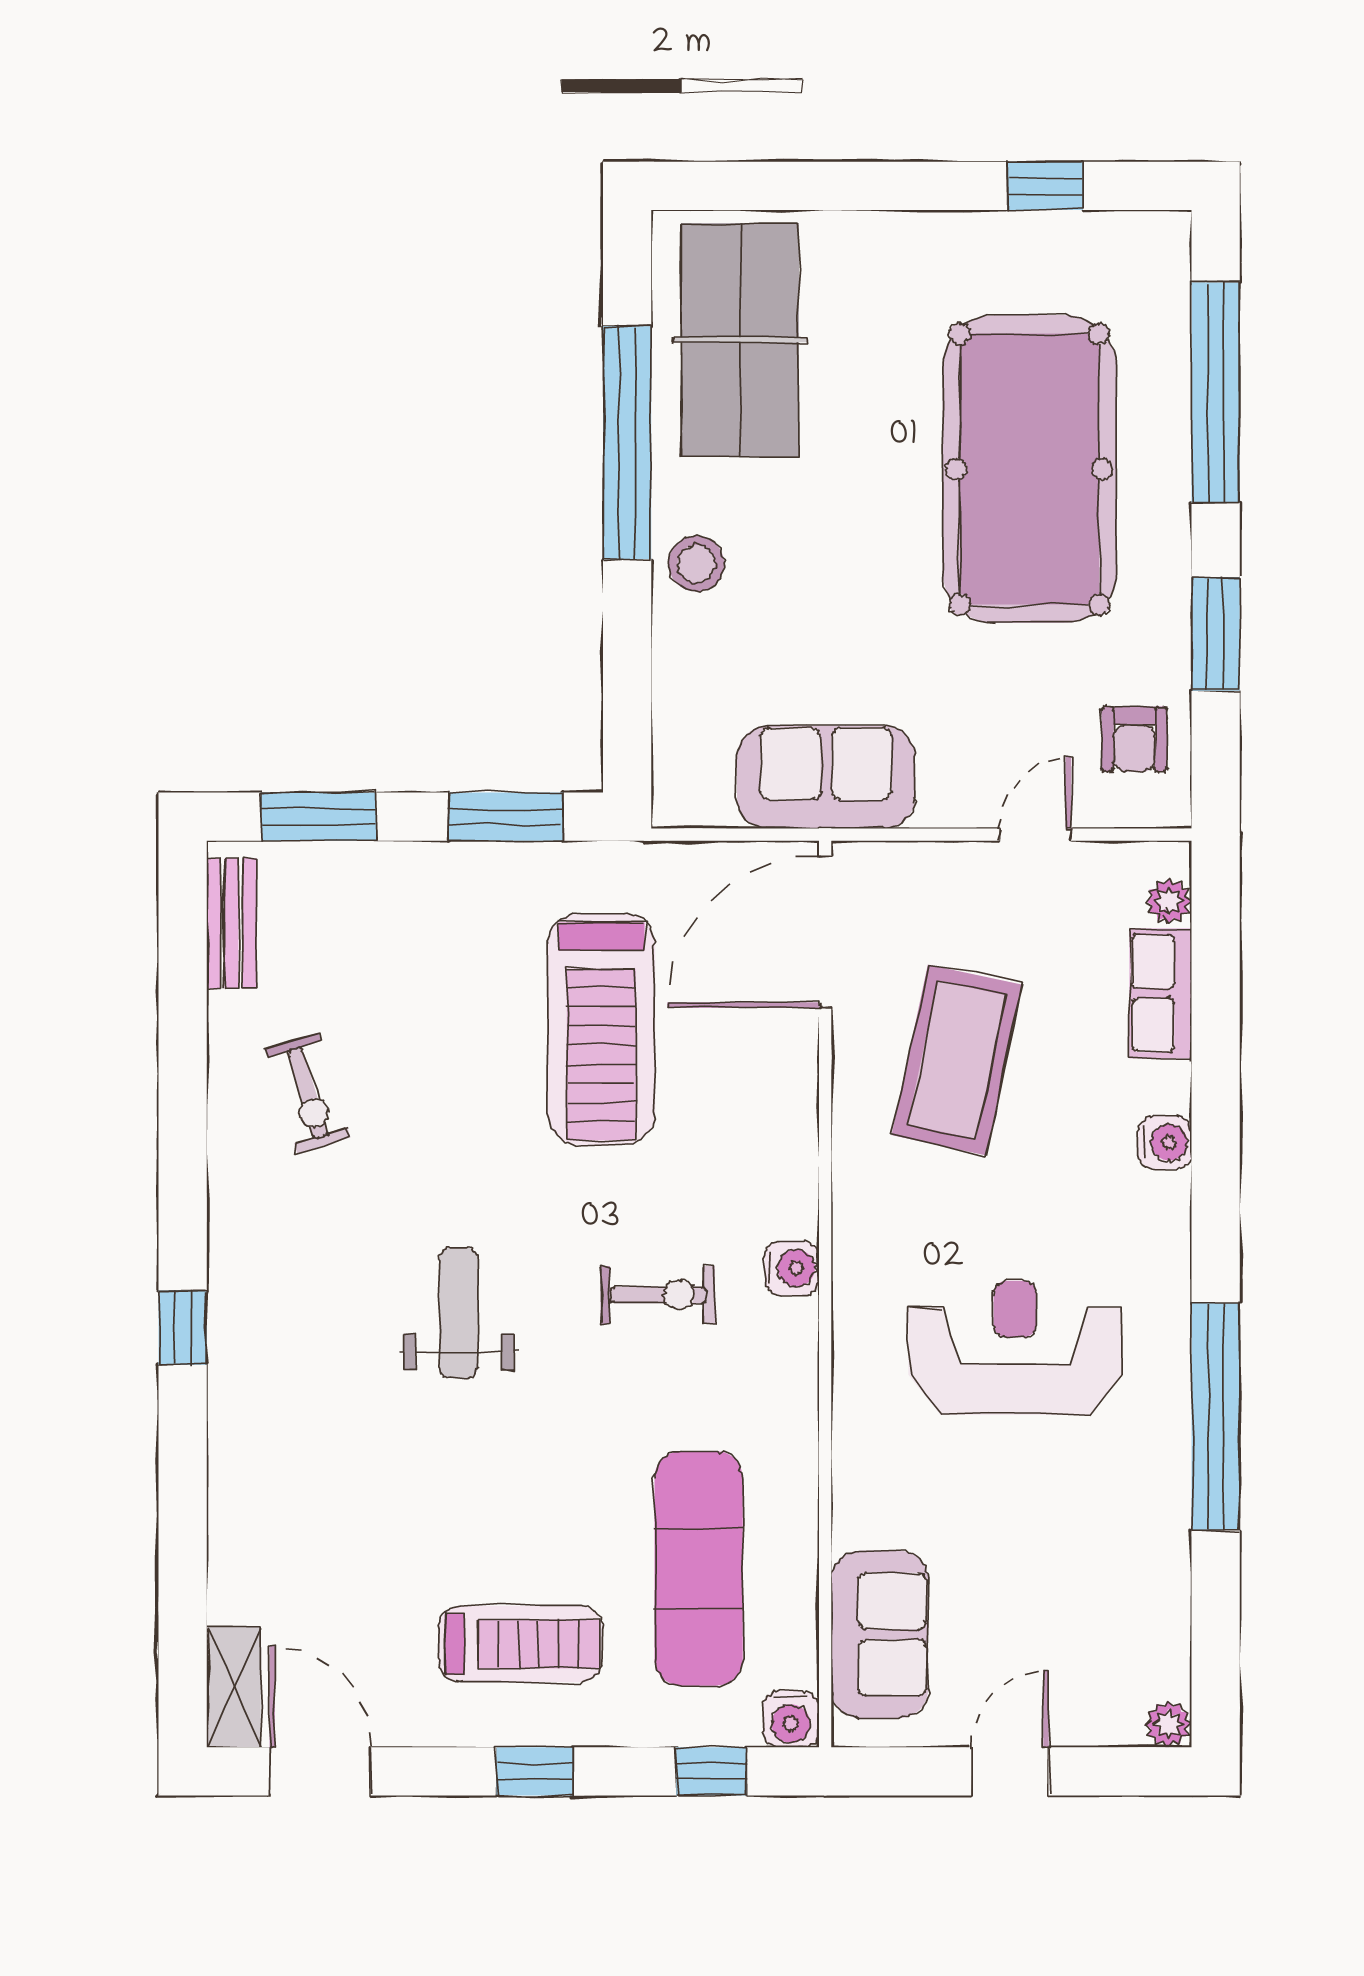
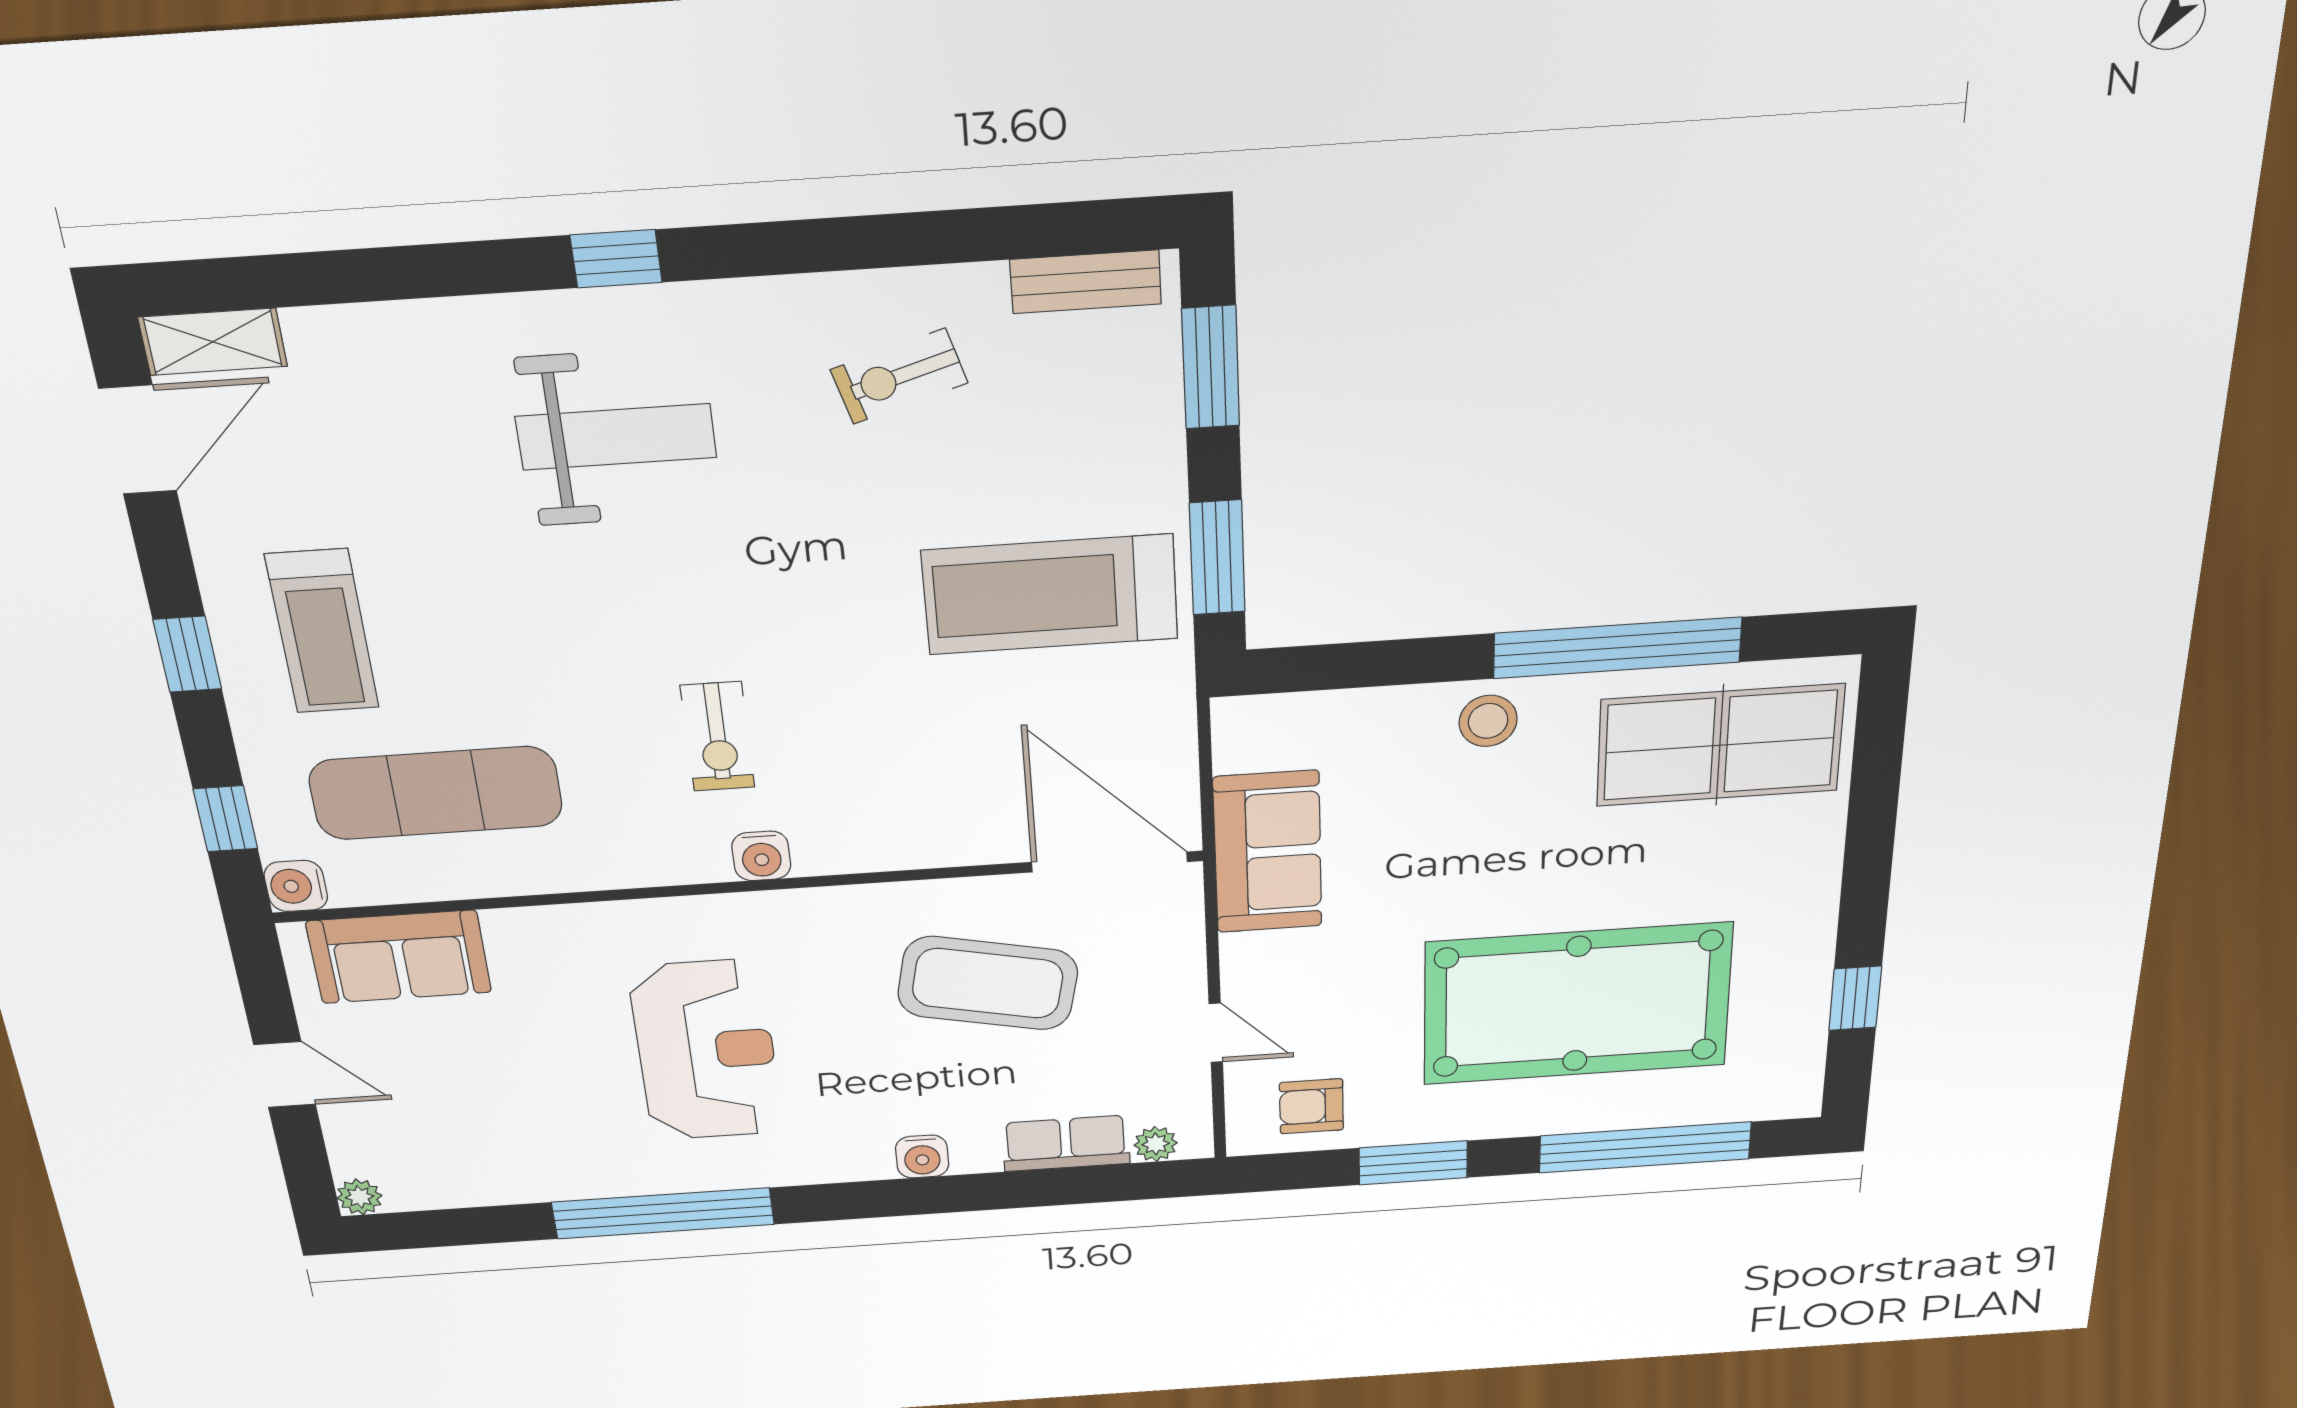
treadmill: (601, 1029) -> (1050, 595), moved
weight bench: (459, 1313) -> (616, 437), moved, width x1.36, depth x1.33

